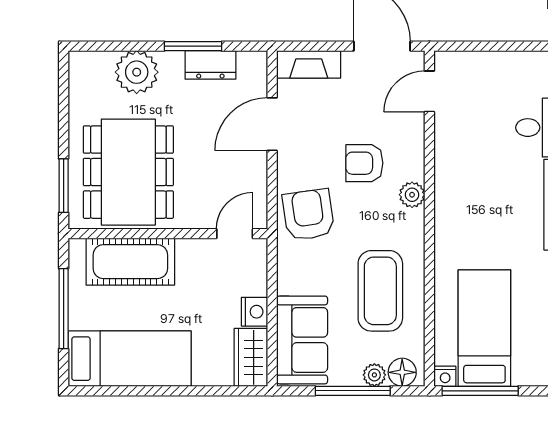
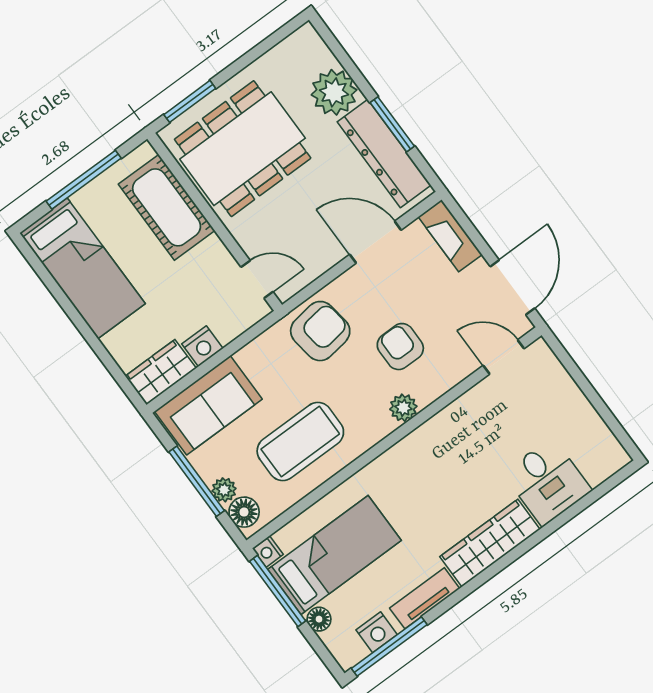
dresser: (210, 65) -> (384, 154), width x1.96, depth x1.24
floor lamp: (524, 375) -> (319, 619), added

